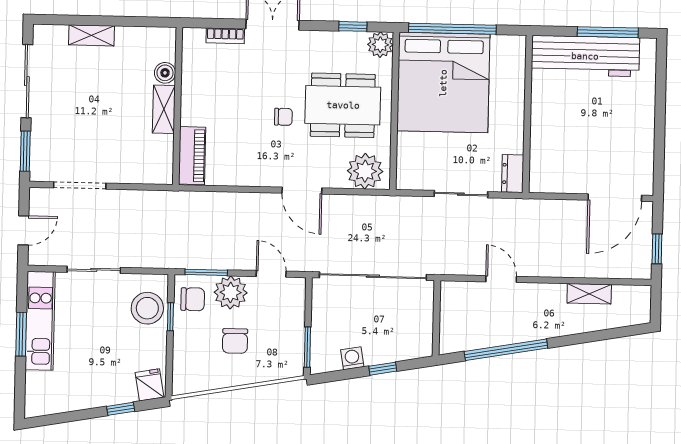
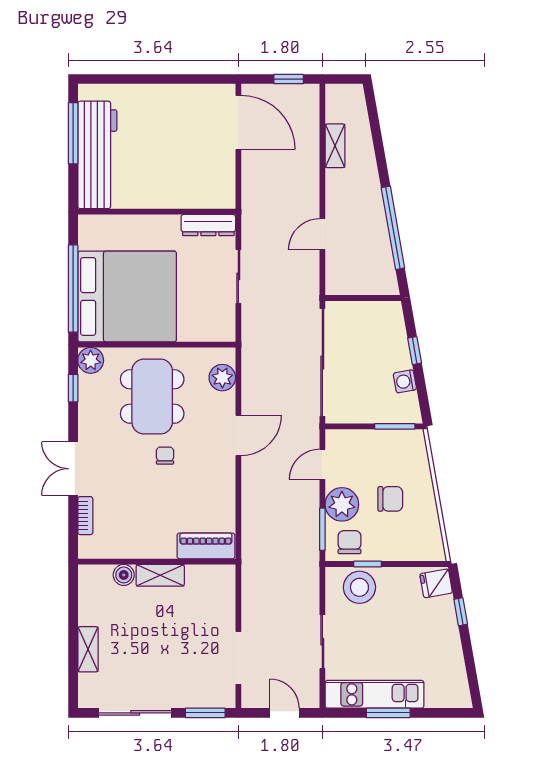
plant: (365, 171) -> (222, 378), width x0.73, depth x0.73
dresser: (513, 174) -> (208, 225), width x1.44

